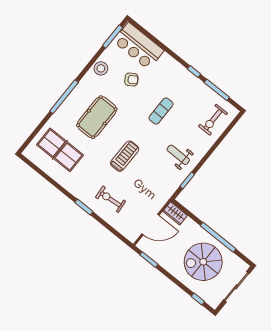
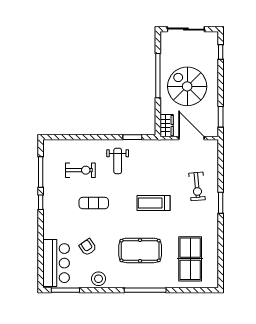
exercise bike: (213, 120) -> (80, 170), moved
spiral stairs: (203, 262) -> (187, 86), moved, turned 180

